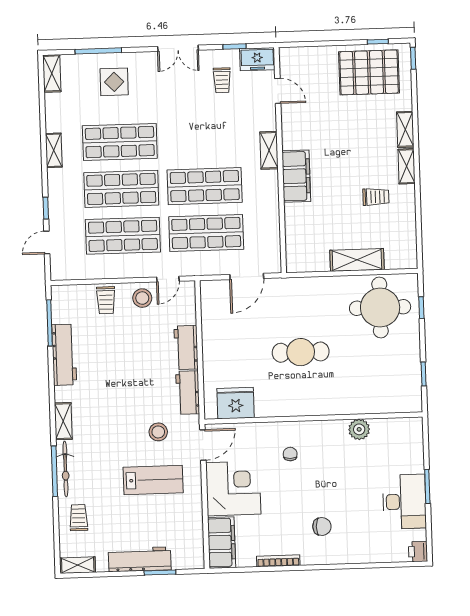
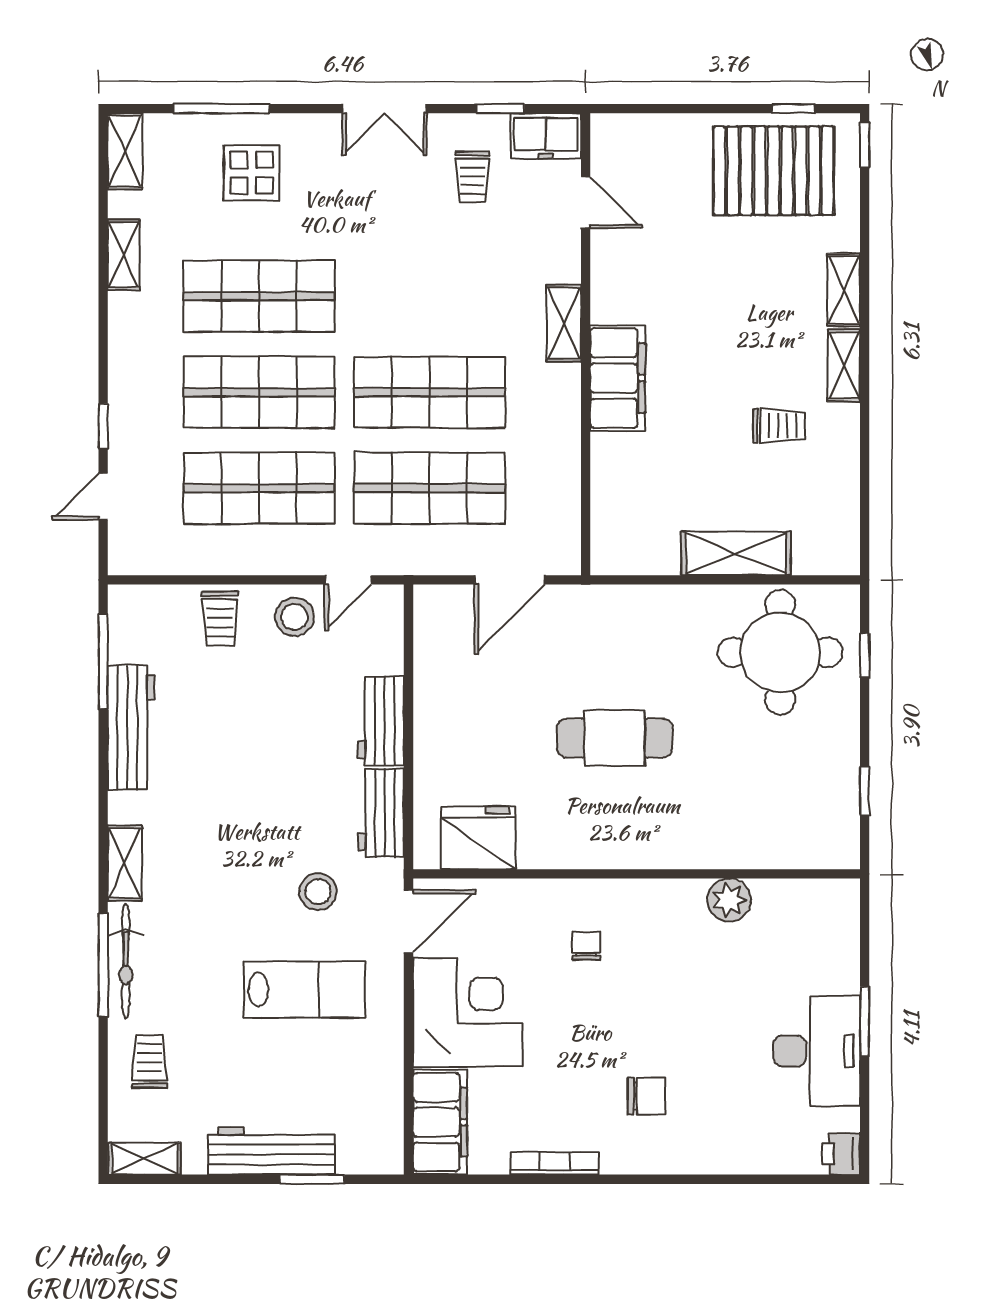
shelving: (54, 150) -> (124, 255), moved

